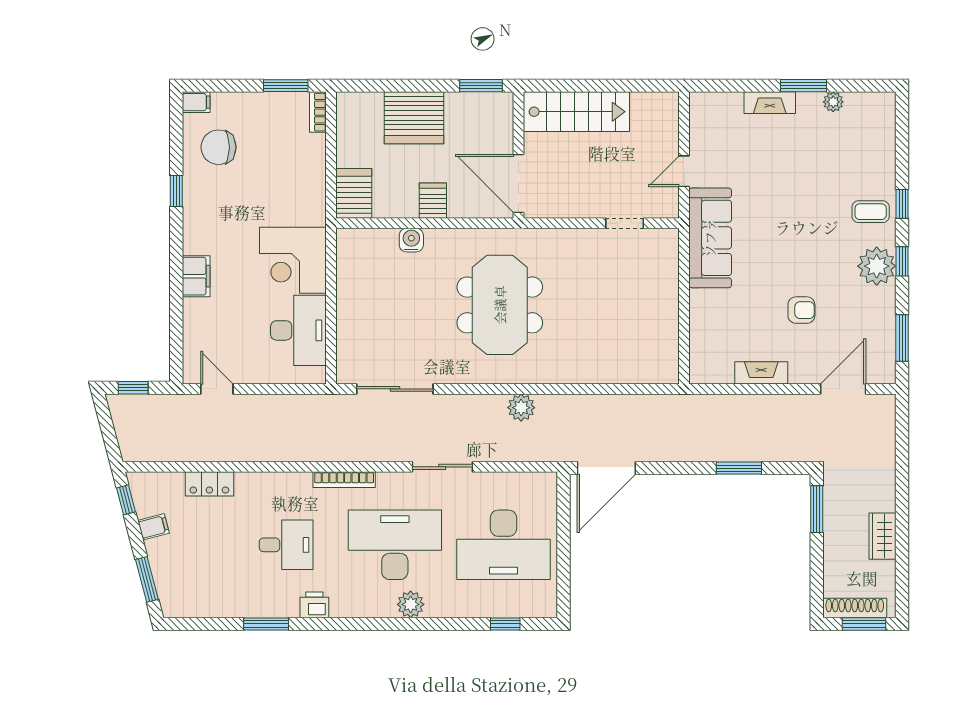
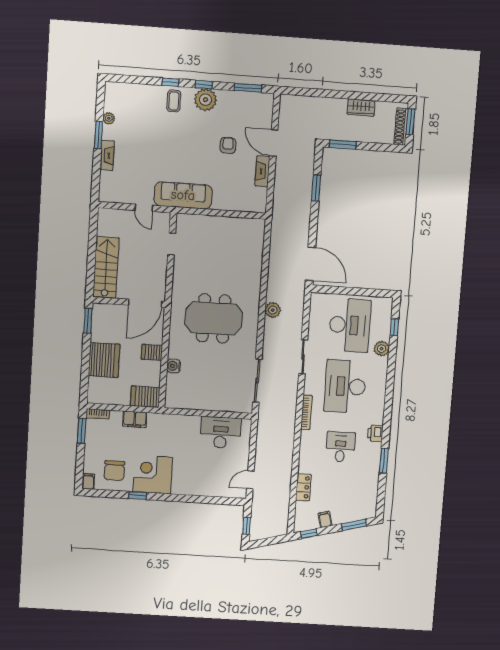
corner desk: (293, 260) -> (153, 475), moved, turned 180
filing cabinet: (196, 276) -> (135, 419), moved, turned 180
door: (843, 389) -> (274, 143), moved
plant: (411, 604) -> (382, 349), moved

